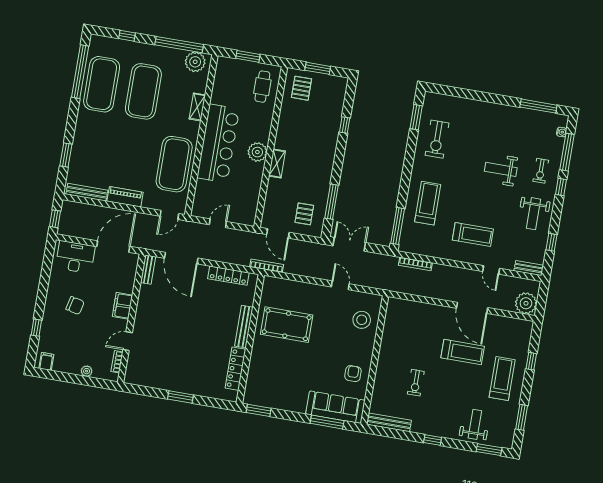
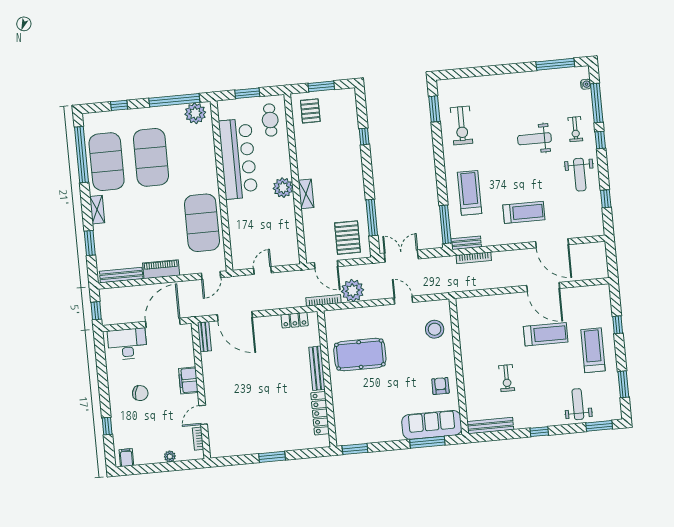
shelving: (197, 107) -> (97, 210), moved
bar counter: (218, 143) -> (238, 159), moved
pallet: (304, 214) -> (347, 238), width x1.50, depth x1.42
bench: (529, 268) -> (466, 243), moved
door: (491, 270) -> (552, 243), width x1.87
locker: (228, 276) -> (295, 320), width x0.66
plant: (526, 303) -> (353, 291), moved

